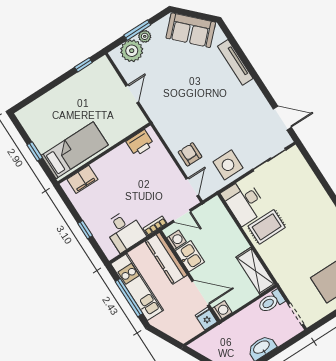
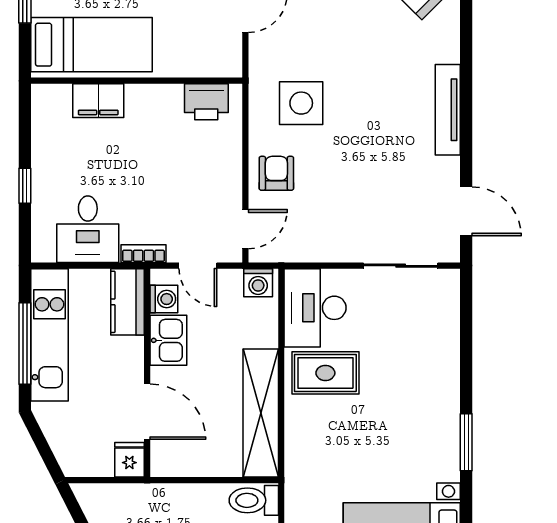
tv unit: (235, 62) -> (448, 110), moved
side table: (228, 165) -> (301, 103), moved
filing cabinet: (82, 179) -> (98, 101), moved
kitchen counter: (166, 258) -> (127, 302), width x0.67
shelving: (256, 271) -> (261, 413), width x1.47
washing machine: (222, 310) -> (258, 283), moved, turned 90

